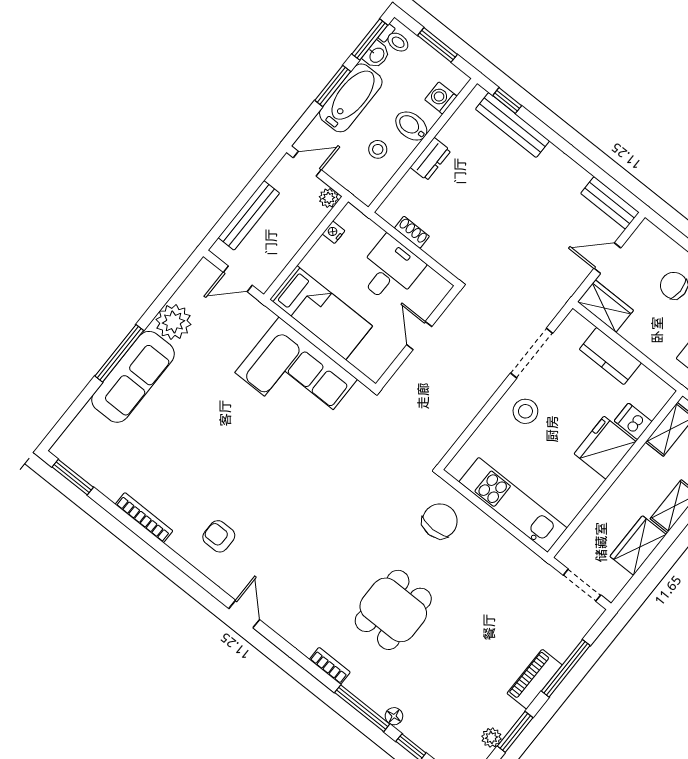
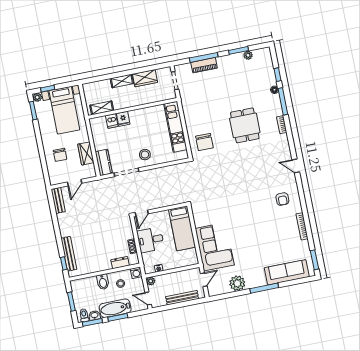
washing machine: (441, 98) -> (136, 273), moved
dresser: (430, 159) -> (120, 263), moved
door: (607, 258) -> (75, 183), hinge flipped
door: (238, 279) -> (204, 280), hinge flipped
wardrobe: (605, 306) -> (86, 153), moved
bed: (321, 313) -> (182, 228), moved, turned 180
door: (419, 336) -> (142, 213), moved
kitchen counter: (610, 356) -> (104, 162), moved
corner sofa: (296, 376) -> (215, 247), moved
sofa: (133, 377) -> (287, 272), moved
fridge: (605, 448) -> (123, 119), width x0.53, depth x0.75
chair: (440, 521) -> (204, 142), turned -90
dining table: (393, 610) -> (245, 125), turned 90
door: (244, 614) -> (296, 166), hinge flipped
piano: (535, 679) -> (204, 65), moved

